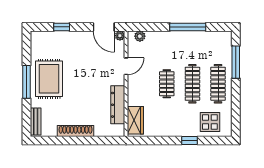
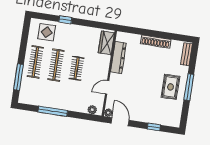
rug: (49, 79) -> (170, 87), width x0.73, depth x0.70

